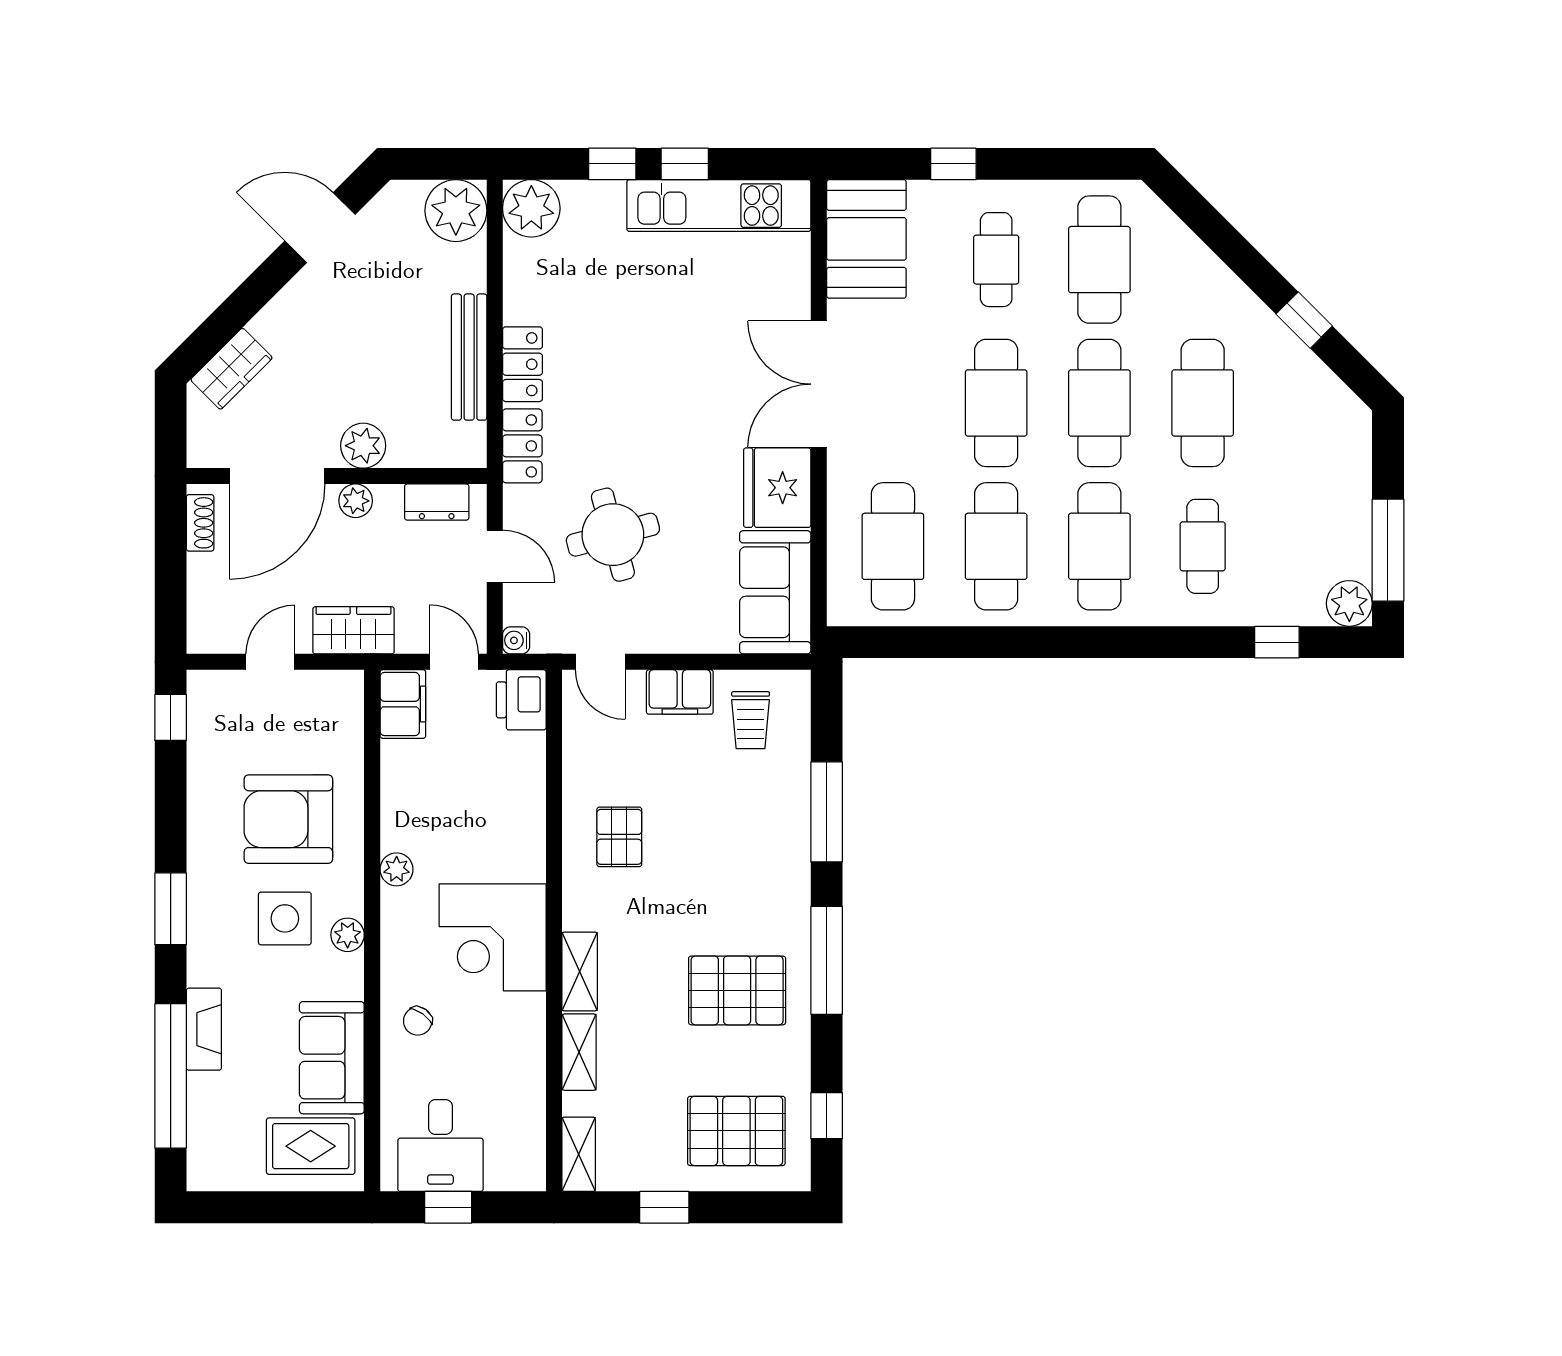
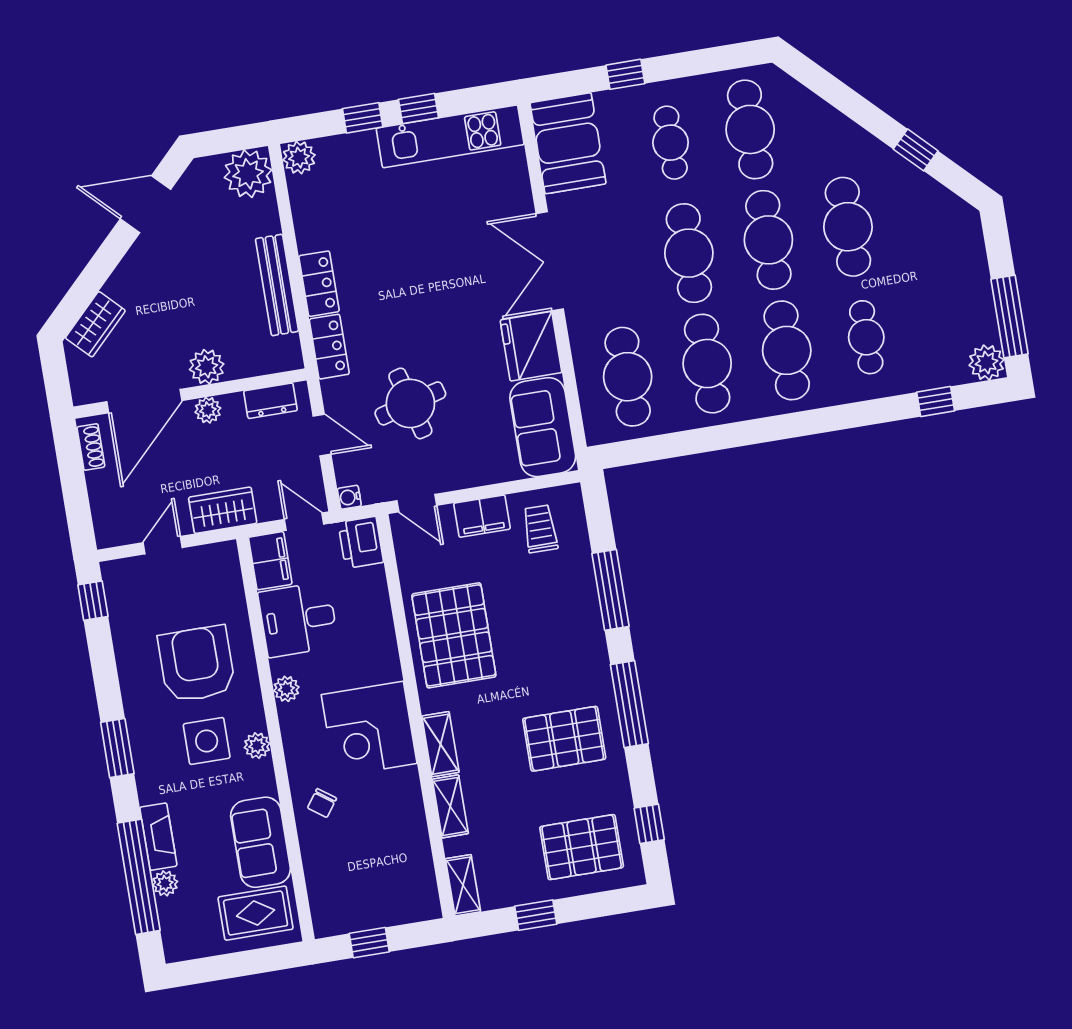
plant: (531, 208) -> (299, 158), width x0.73, depth x0.73
trolley: (751, 720) -> (540, 529), turned 180
armchair: (288, 819) -> (197, 664), turned 90
pallet: (619, 837) -> (454, 635), width x2.05, depth x2.00
plant: (203, 1090) -> (165, 883), added
desk: (440, 1145) -> (298, 619), moved, turned 90

